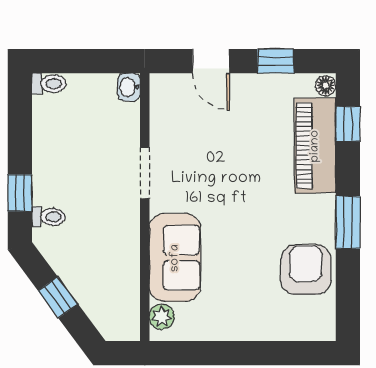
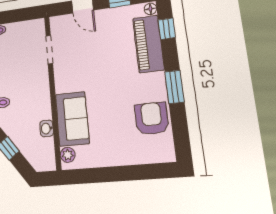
washbasin: (129, 87) -> (47, 128), moved
doorway: (145, 173) -> (49, 50), moved

